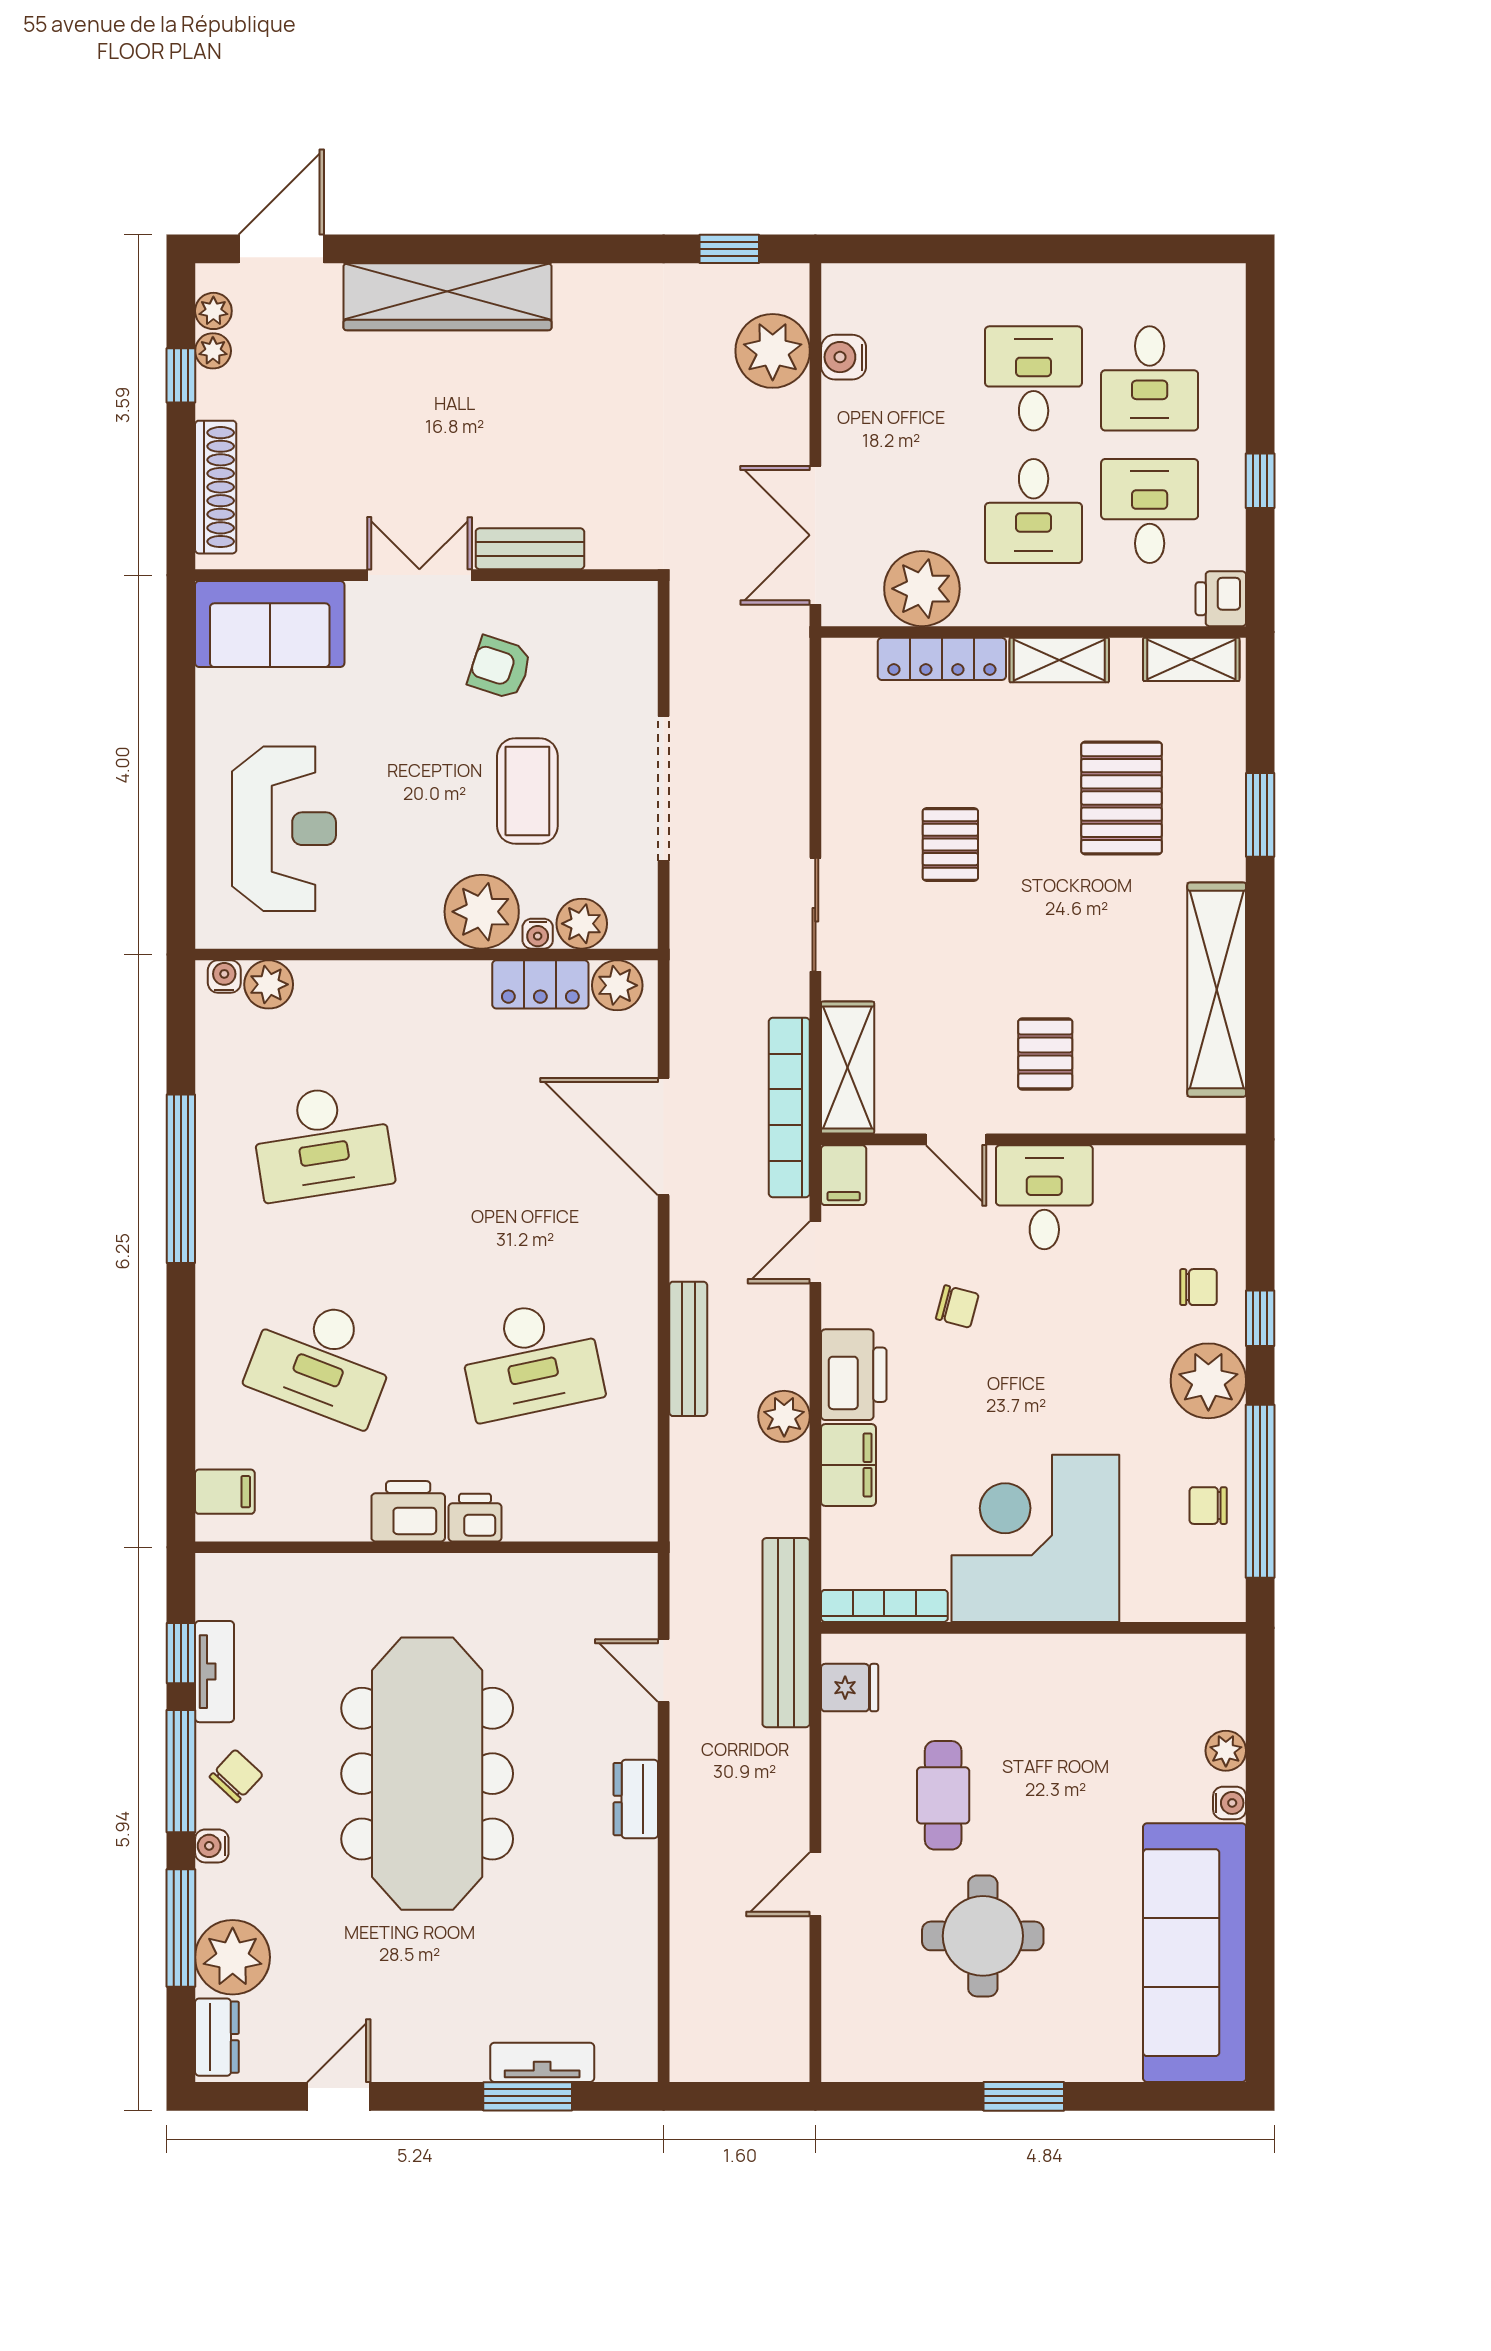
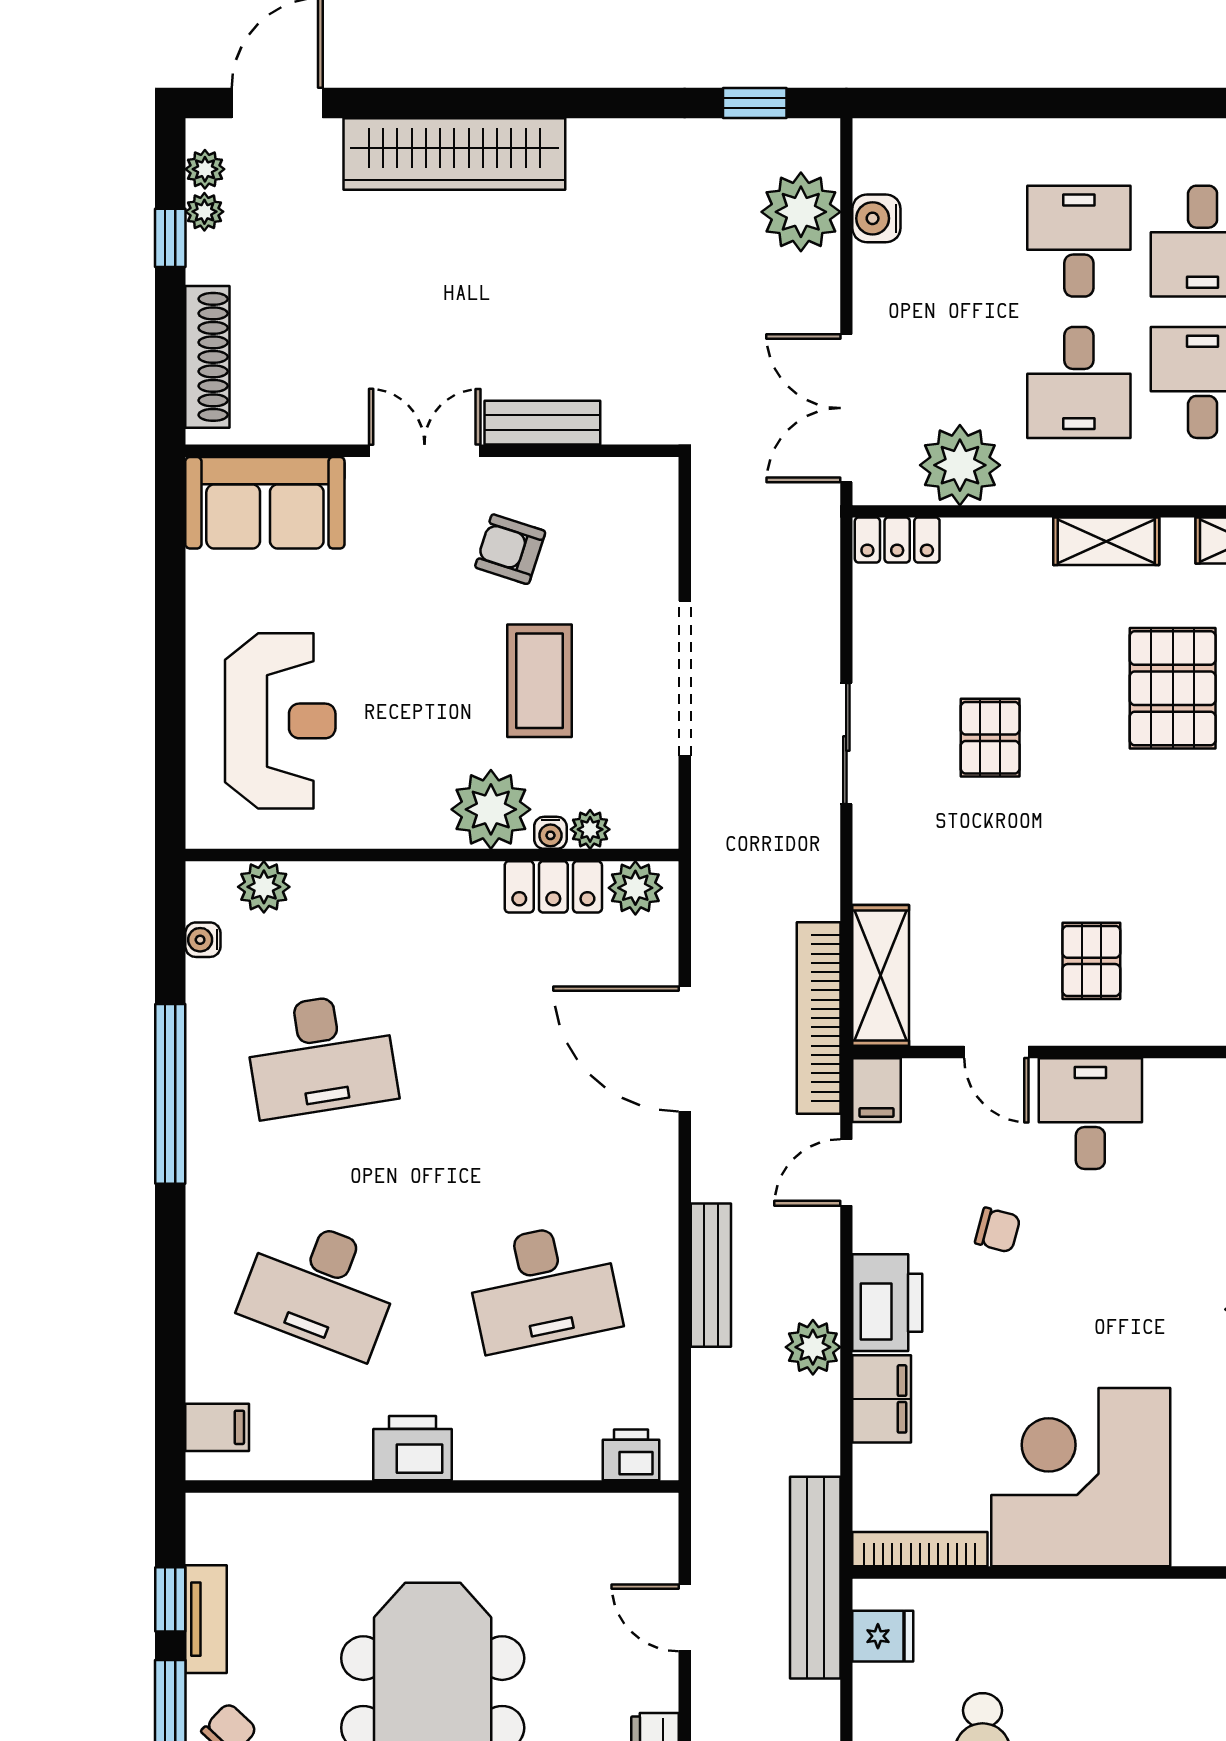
locker: (942, 659) -> (897, 540), moved, width x0.66
sliding door: (815, 915) -> (846, 743), moved
plant: (582, 924) -> (590, 829), width x0.73, depth x0.73
water cooler: (224, 977) -> (203, 940), moved, turned -90
printer: (475, 1518) -> (631, 1455), moved

